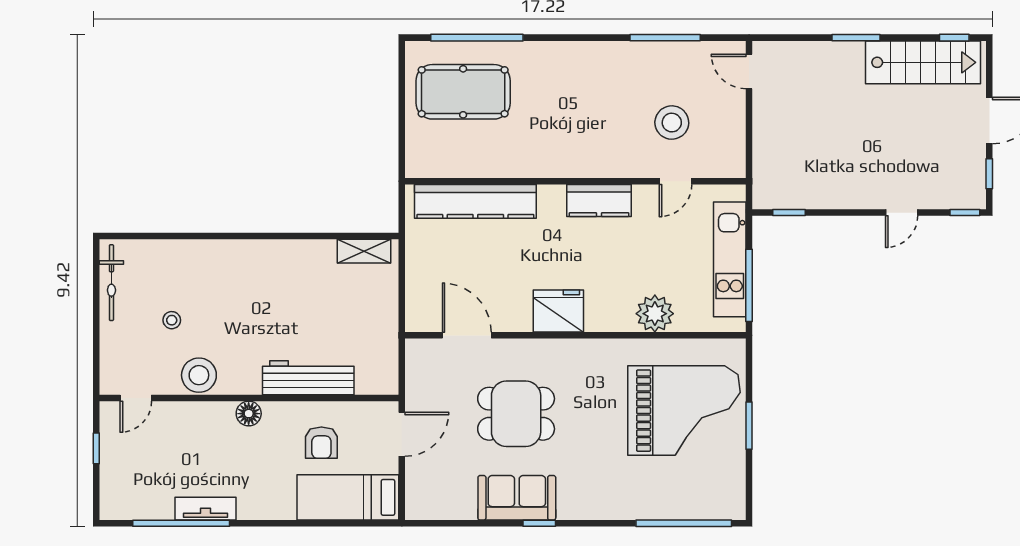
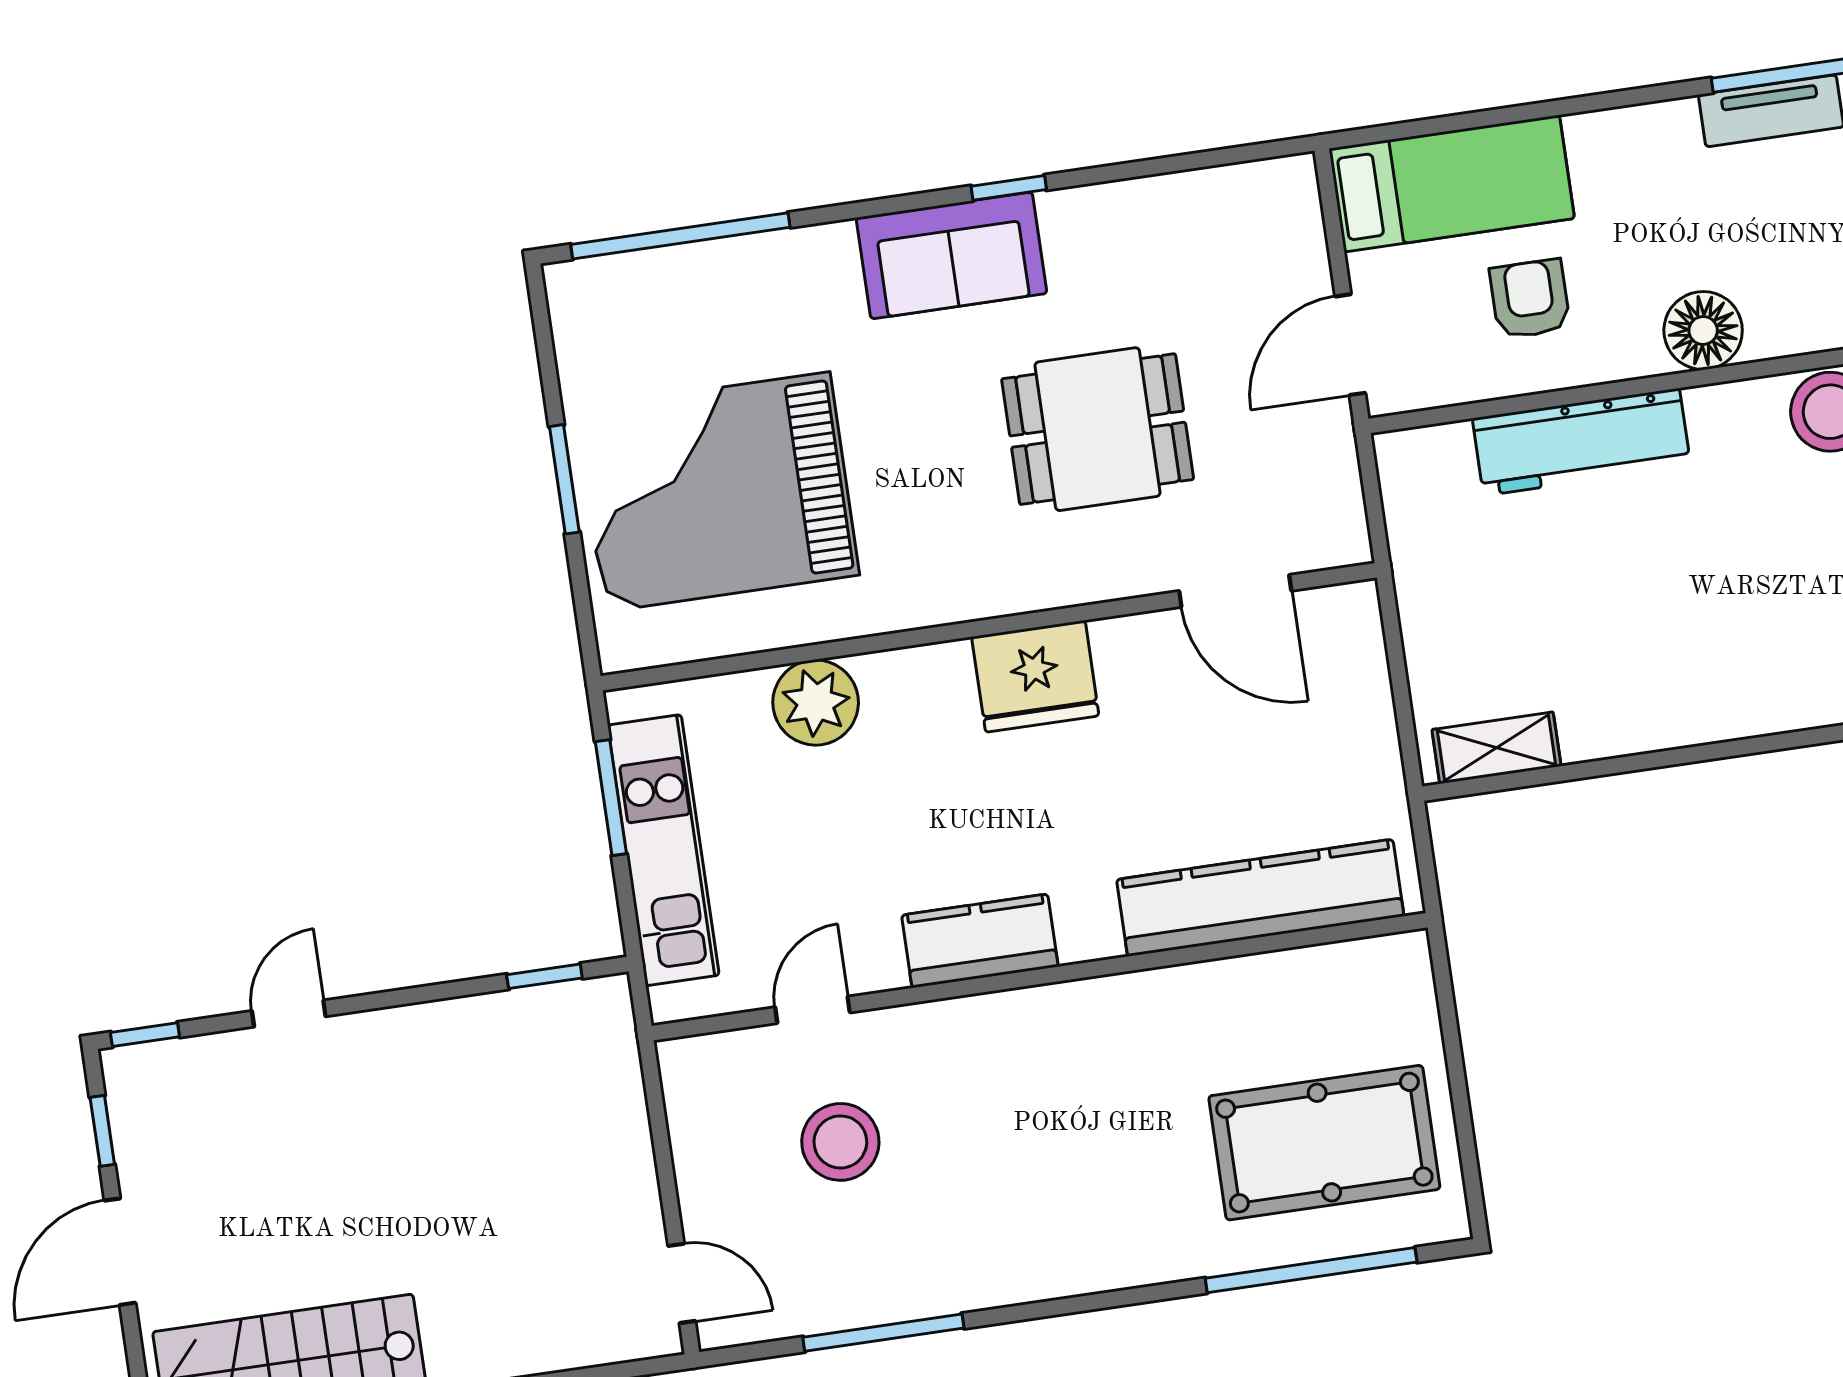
window: (749, 285) -> (611, 798), width x0.69
floor lamp: (249, 414) -> (1703, 330), width x1.38, depth x1.38
sofa: (517, 498) -> (952, 255), moved

